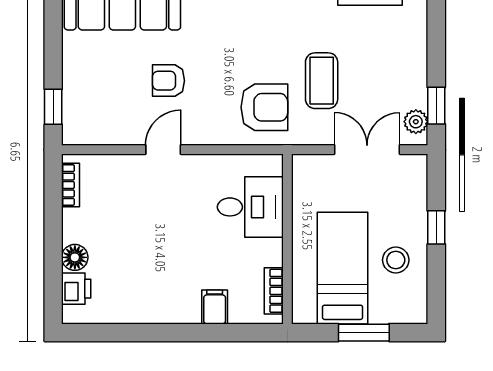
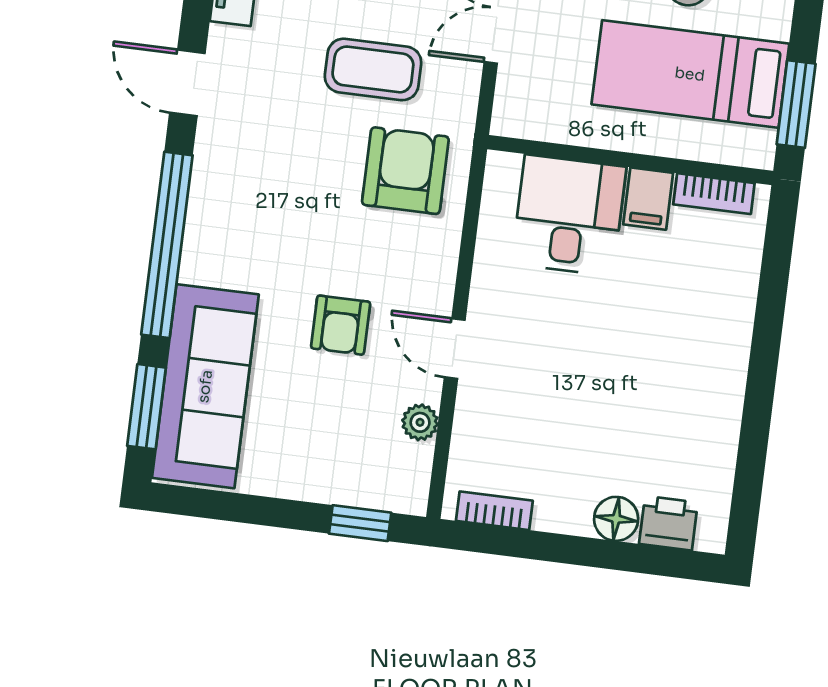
plant: (117, 135) -> (420, 422), added
filing cabinet: (215, 307) -> (648, 199), moved, turned -90
window: (364, 333) -> (796, 104), moved

